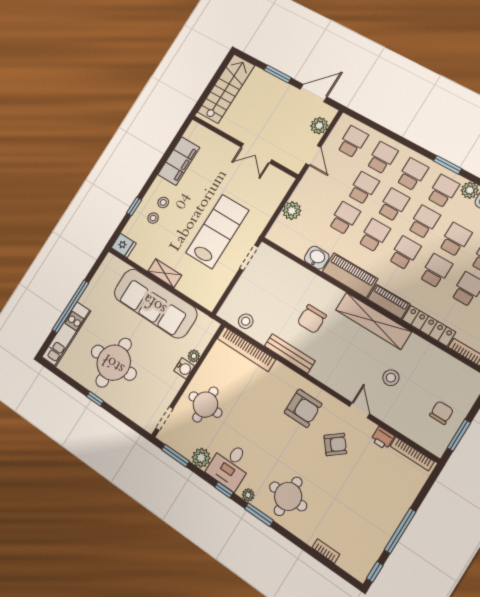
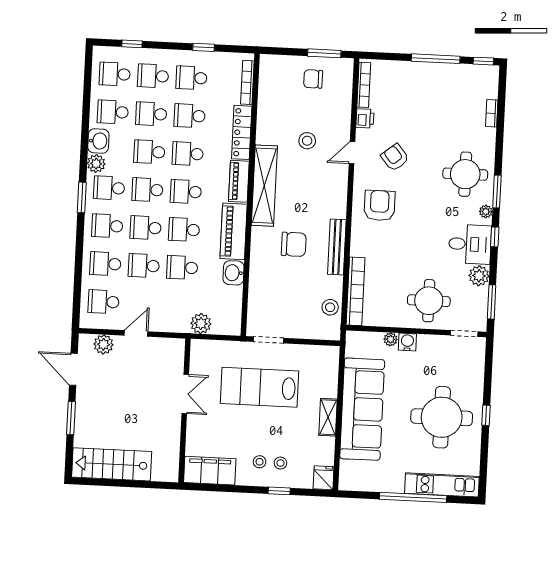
wall: (244, 147) -> (184, 411), moved
double door: (256, 153) -> (185, 394), moved

